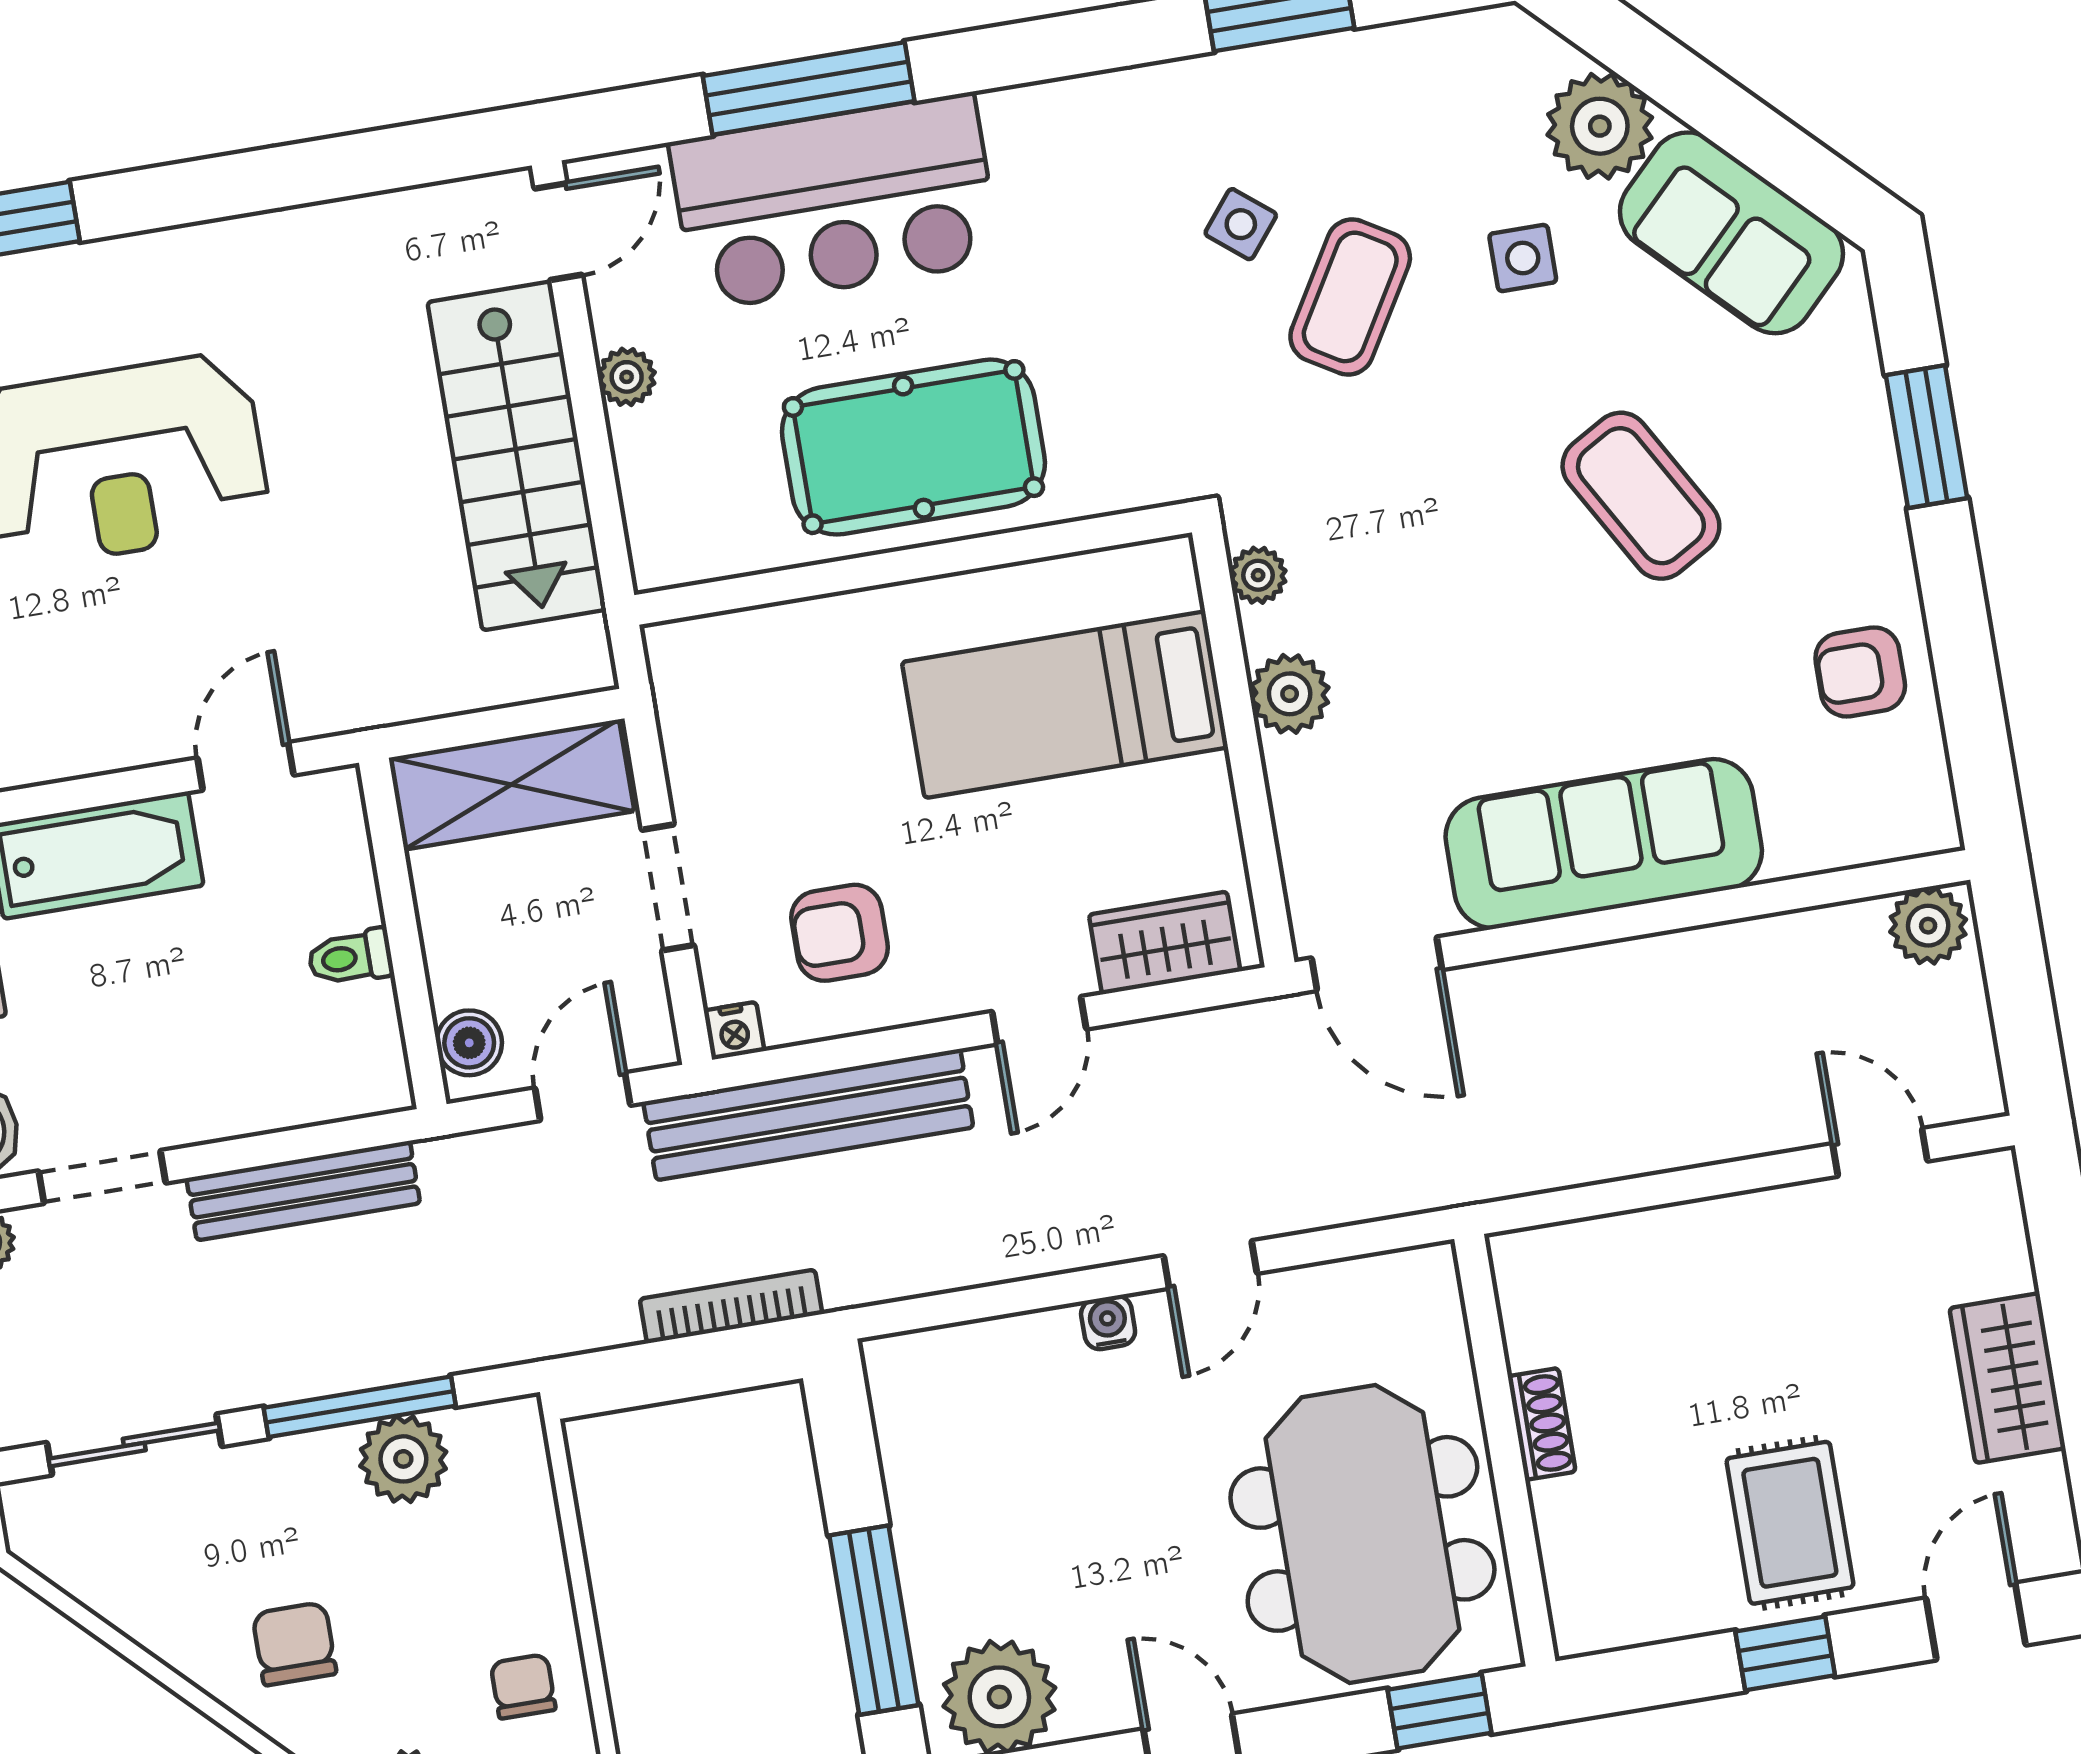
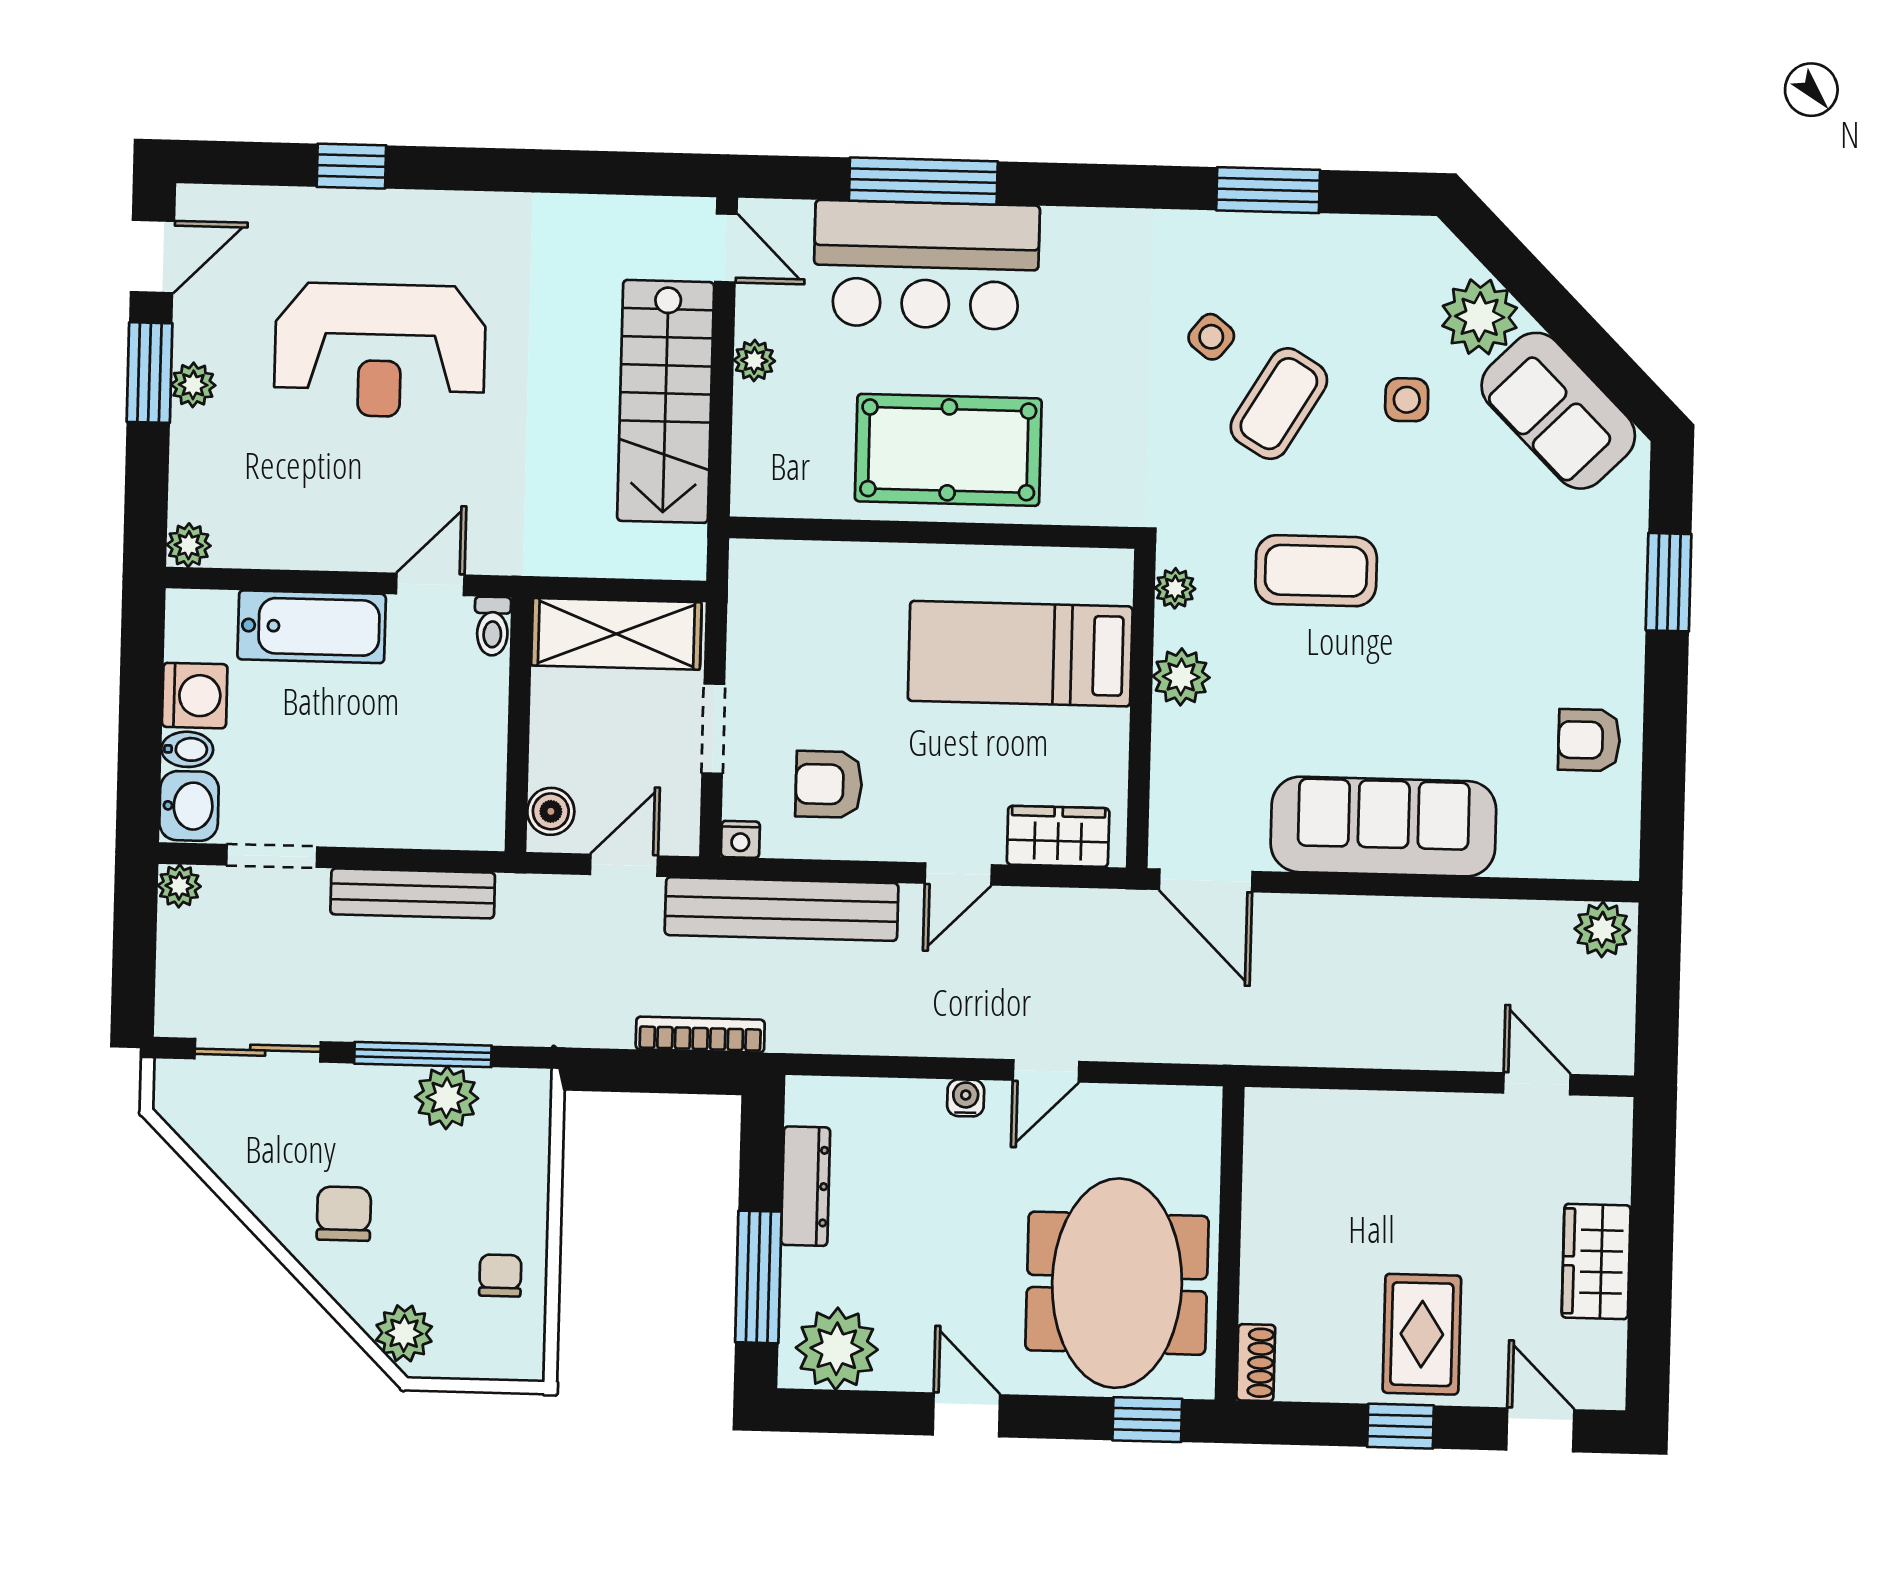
door: (558, 232) -> (726, 248), hinge flipped
coffee table: (1641, 496) -> (1316, 571), moved, turned -60
toilet: (351, 957) -> (493, 626), moved, turned -90
shoe rack: (1542, 1424) -> (1256, 1363), moved
dresser: (914, 1485) -> (806, 1186), added
door: (1976, 1621) -> (1540, 1430), hinge flipped

